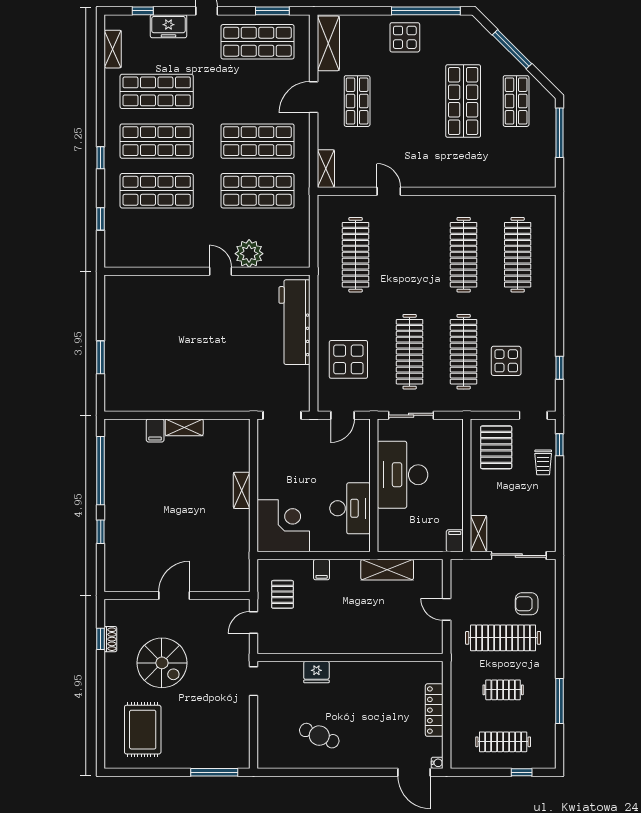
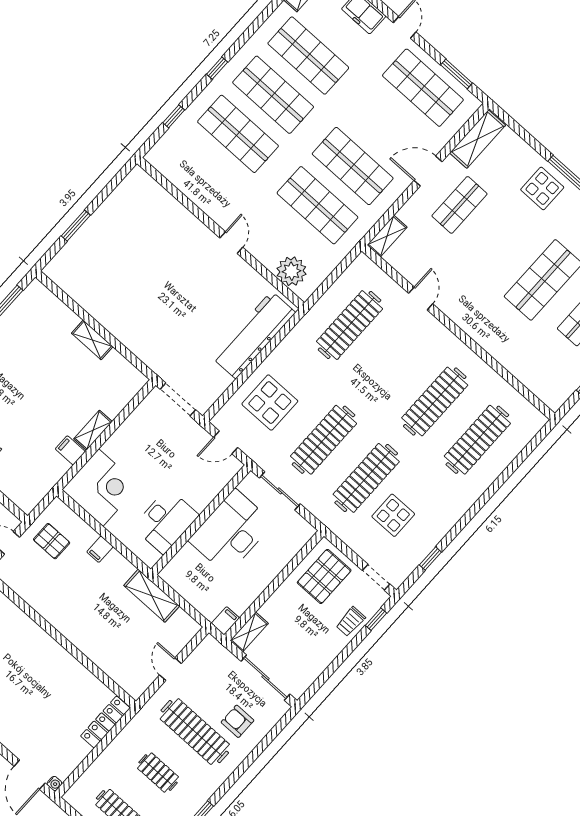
plant: (249, 254) -> (291, 271), moved
filing cabinet: (155, 430) -> (70, 450), moved, turned 90
pallet: (282, 594) -> (52, 541), turned 90
fridge: (316, 672) -> (23, 626), removed
locker: (434, 710) -> (105, 722), moved

